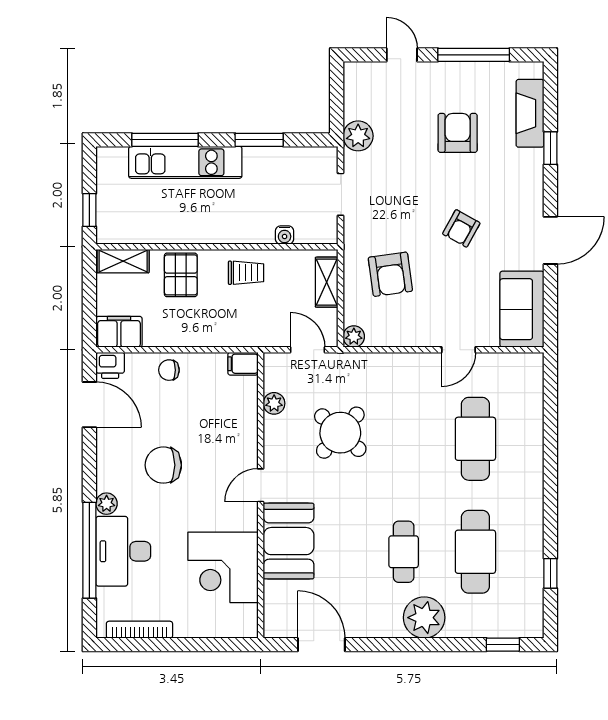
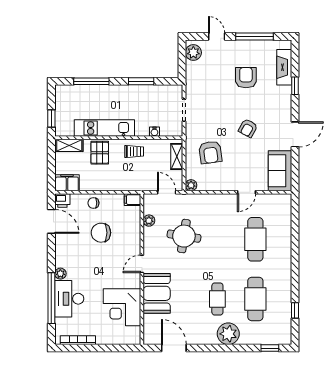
plant: (358, 136) -> (193, 53), moved
kitchen unit: (185, 162) -> (104, 128), moved, turned 180
round table: (340, 433) -> (184, 236), turned -33
chair: (163, 465) -> (101, 233), moved

